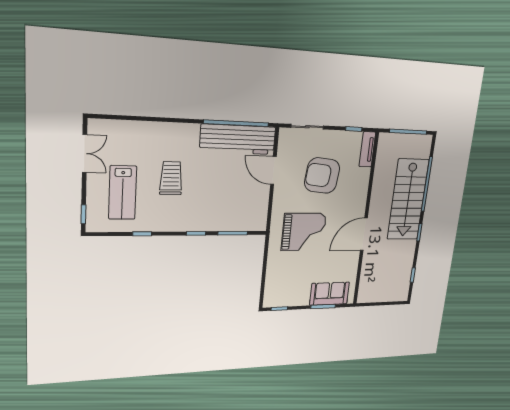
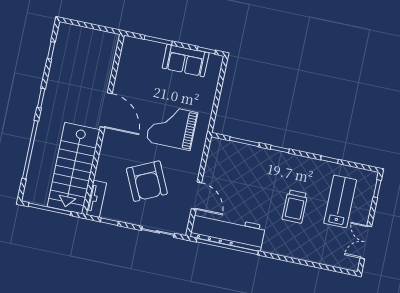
armchair: (322, 176) -> (147, 181), turned 59
stairs: (408, 200) -> (74, 168), moved, turned 180
door: (364, 234) -> (106, 110), hinge flipped
sofa: (330, 294) -> (186, 61), moved

